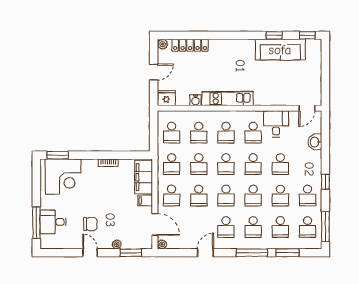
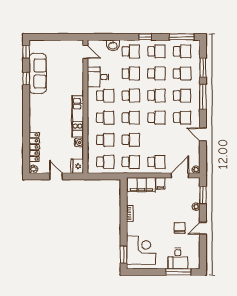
school desk: (199, 196) -> (131, 51), moved

